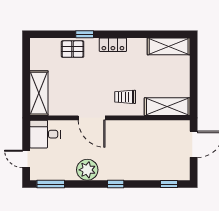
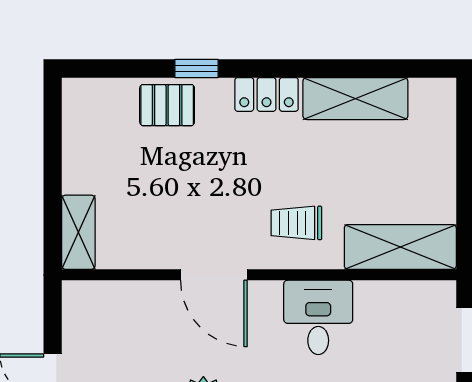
shelving: (169, 46) -> (355, 99), moved
shelving: (39, 93) -> (78, 232), width x0.67, depth x0.75
desk: (45, 134) -> (318, 317), moved, turned 90

